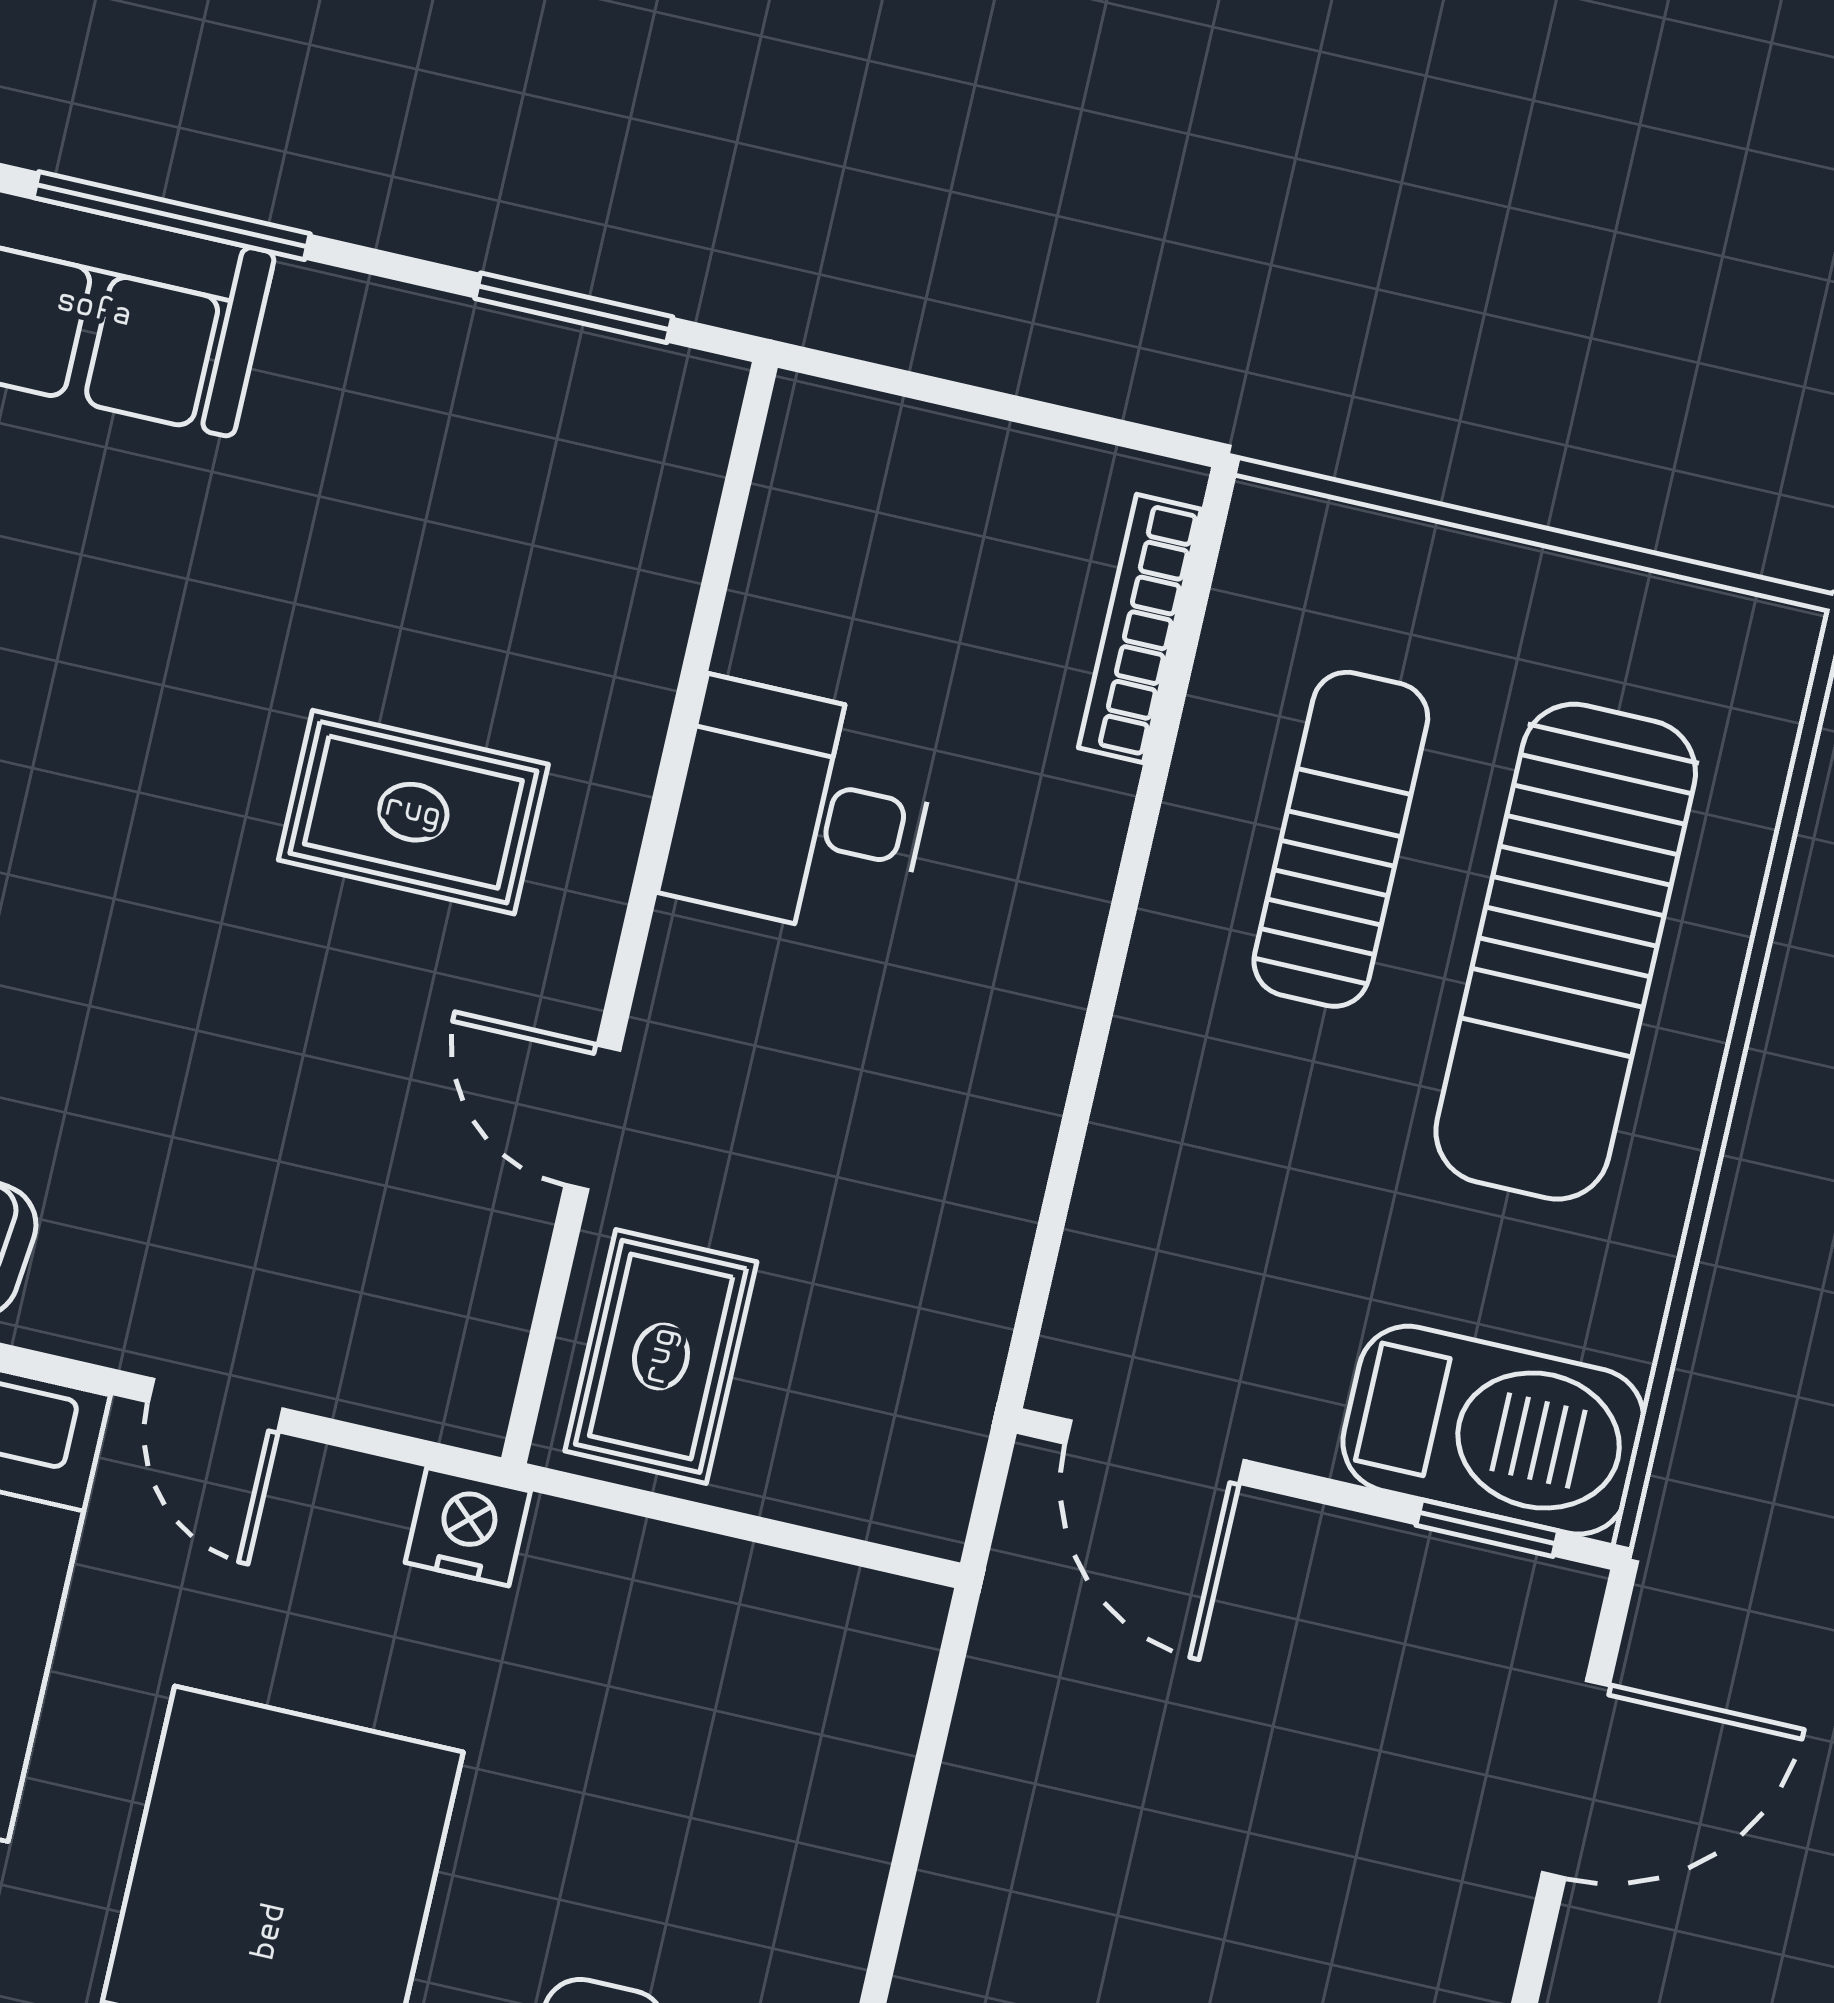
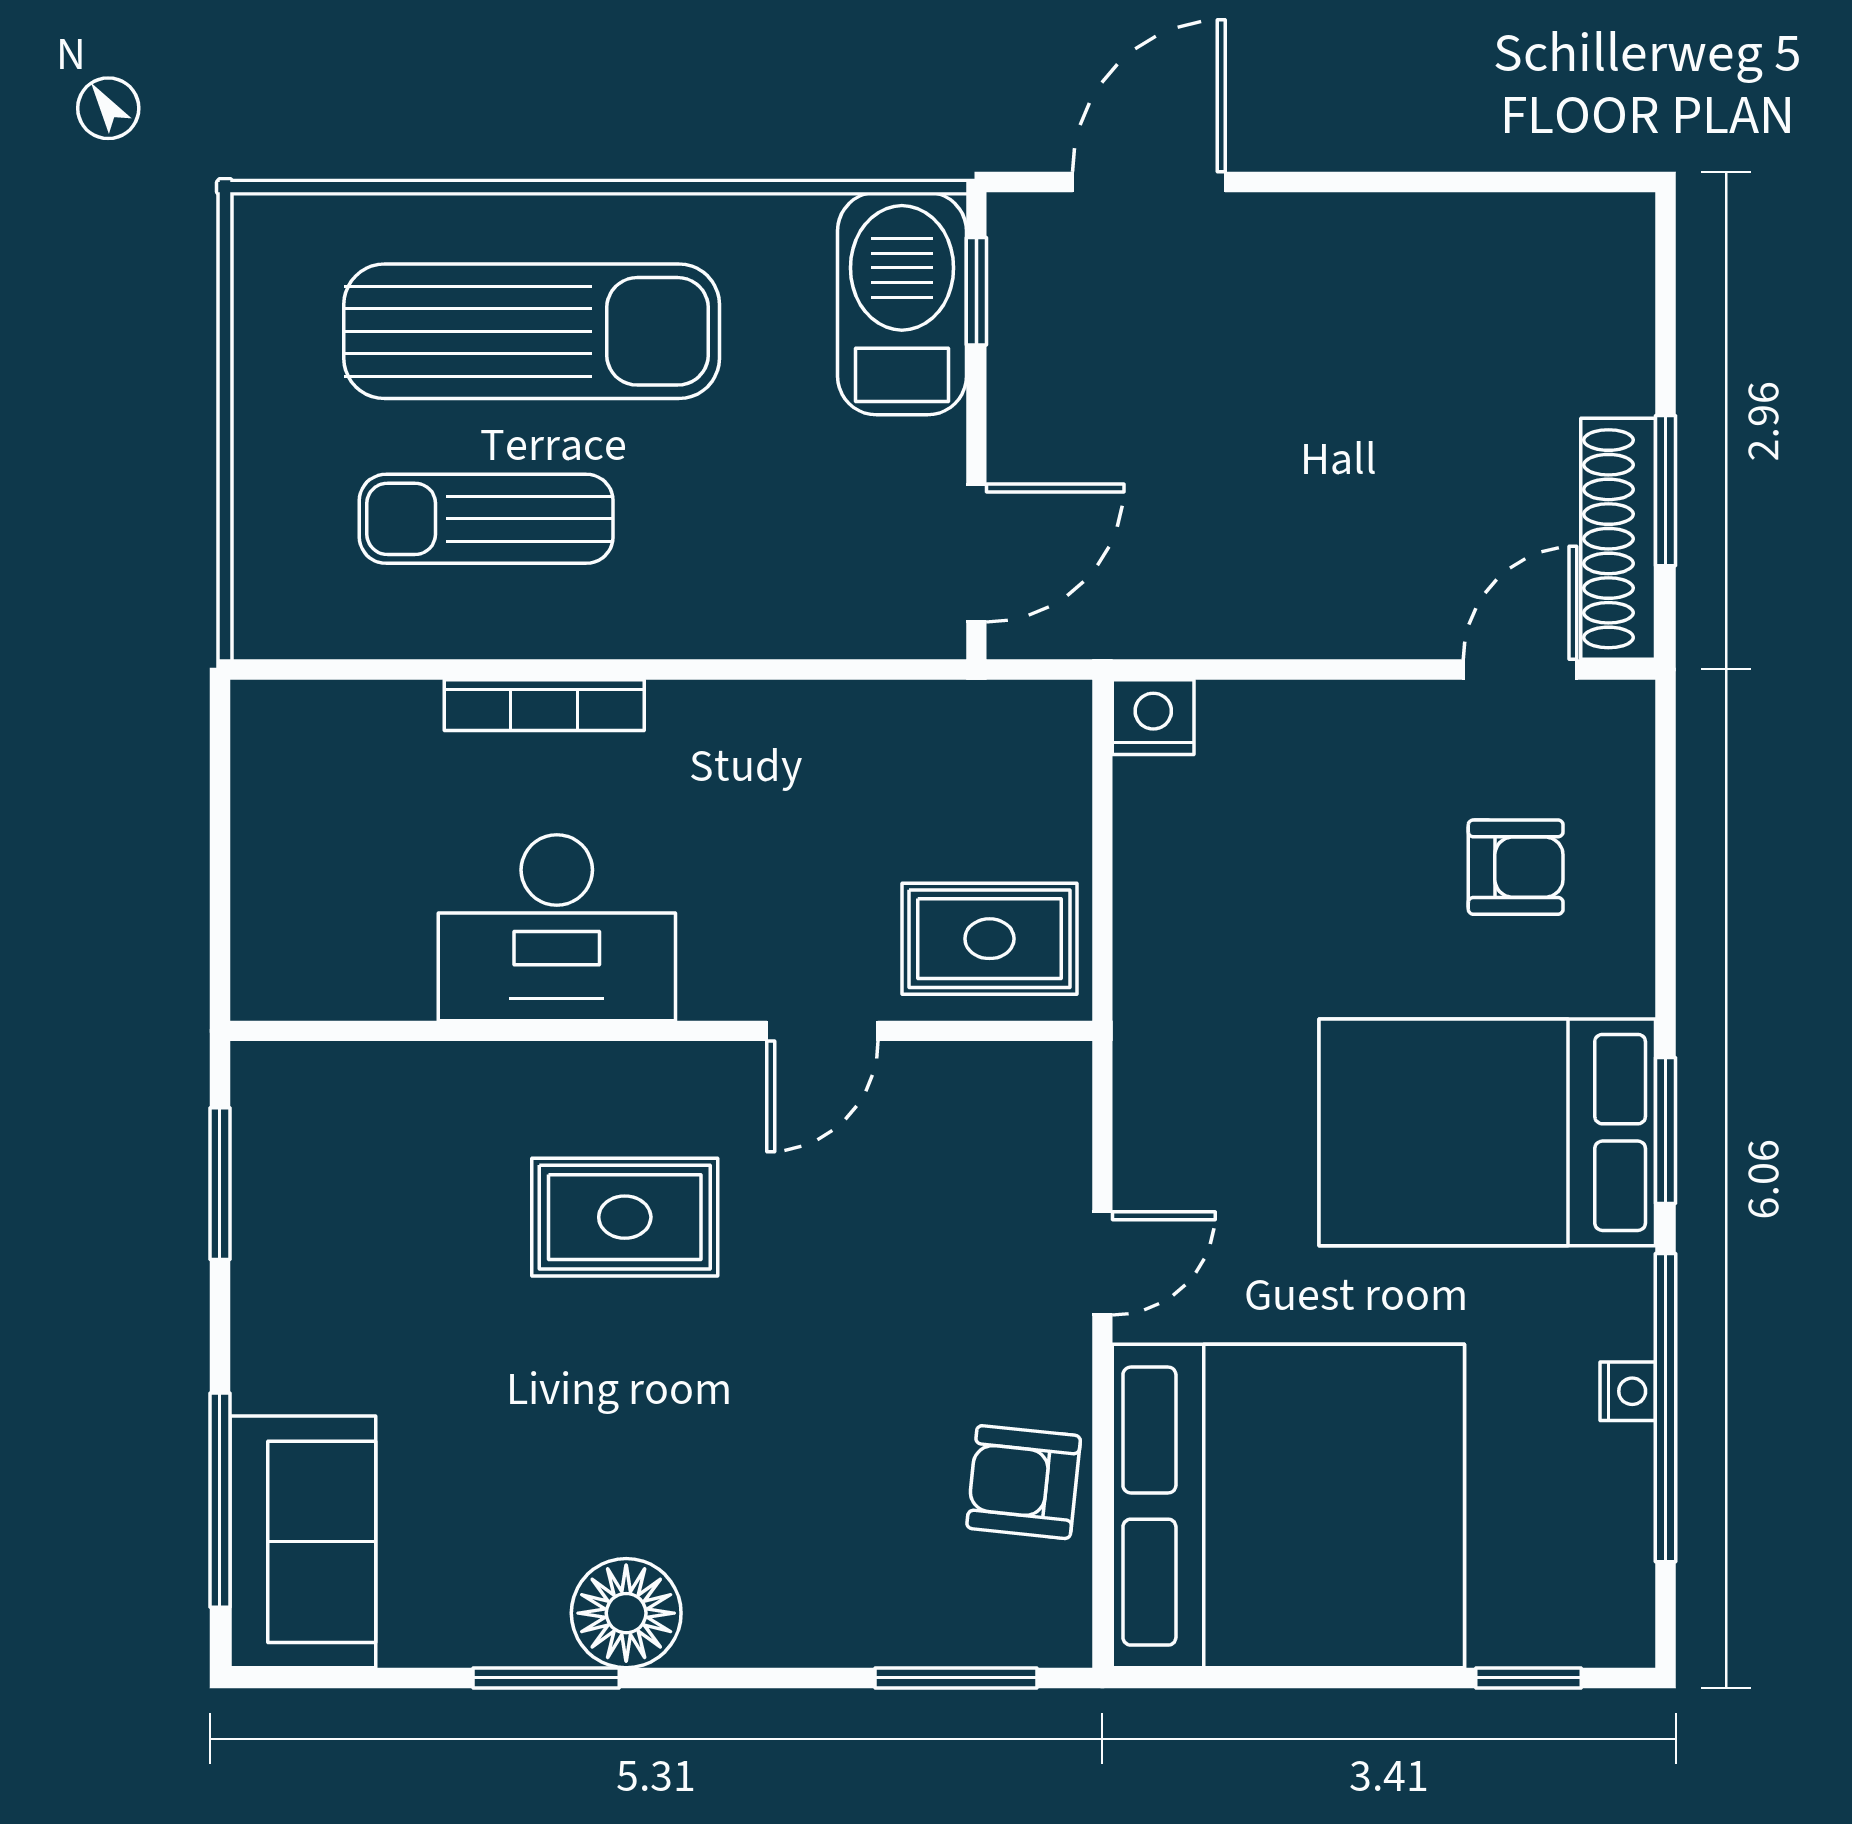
bookcase: (1140, 629) -> (544, 705), moved
desk: (801, 810) -> (557, 928), width x1.37
rug: (413, 812) -> (625, 1217), turned 90
nightstand: (468, 1527) -> (1153, 717), moved, turned 90
door: (1576, 1779) -> (1149, 182), hinge flipped

